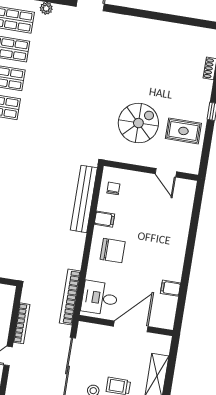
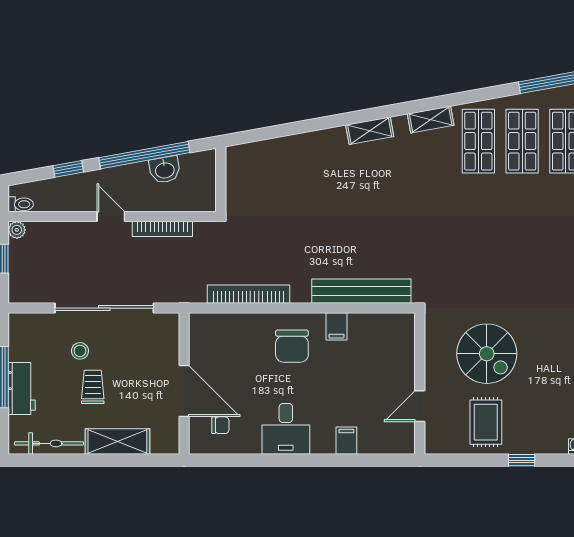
chair: (113, 188) -> (220, 425), moved
filing cabinet: (170, 288) -> (346, 441), moved
bookcase: (70, 297) -> (248, 294), moved
desk: (100, 298) -> (286, 429), moved, turned 180

